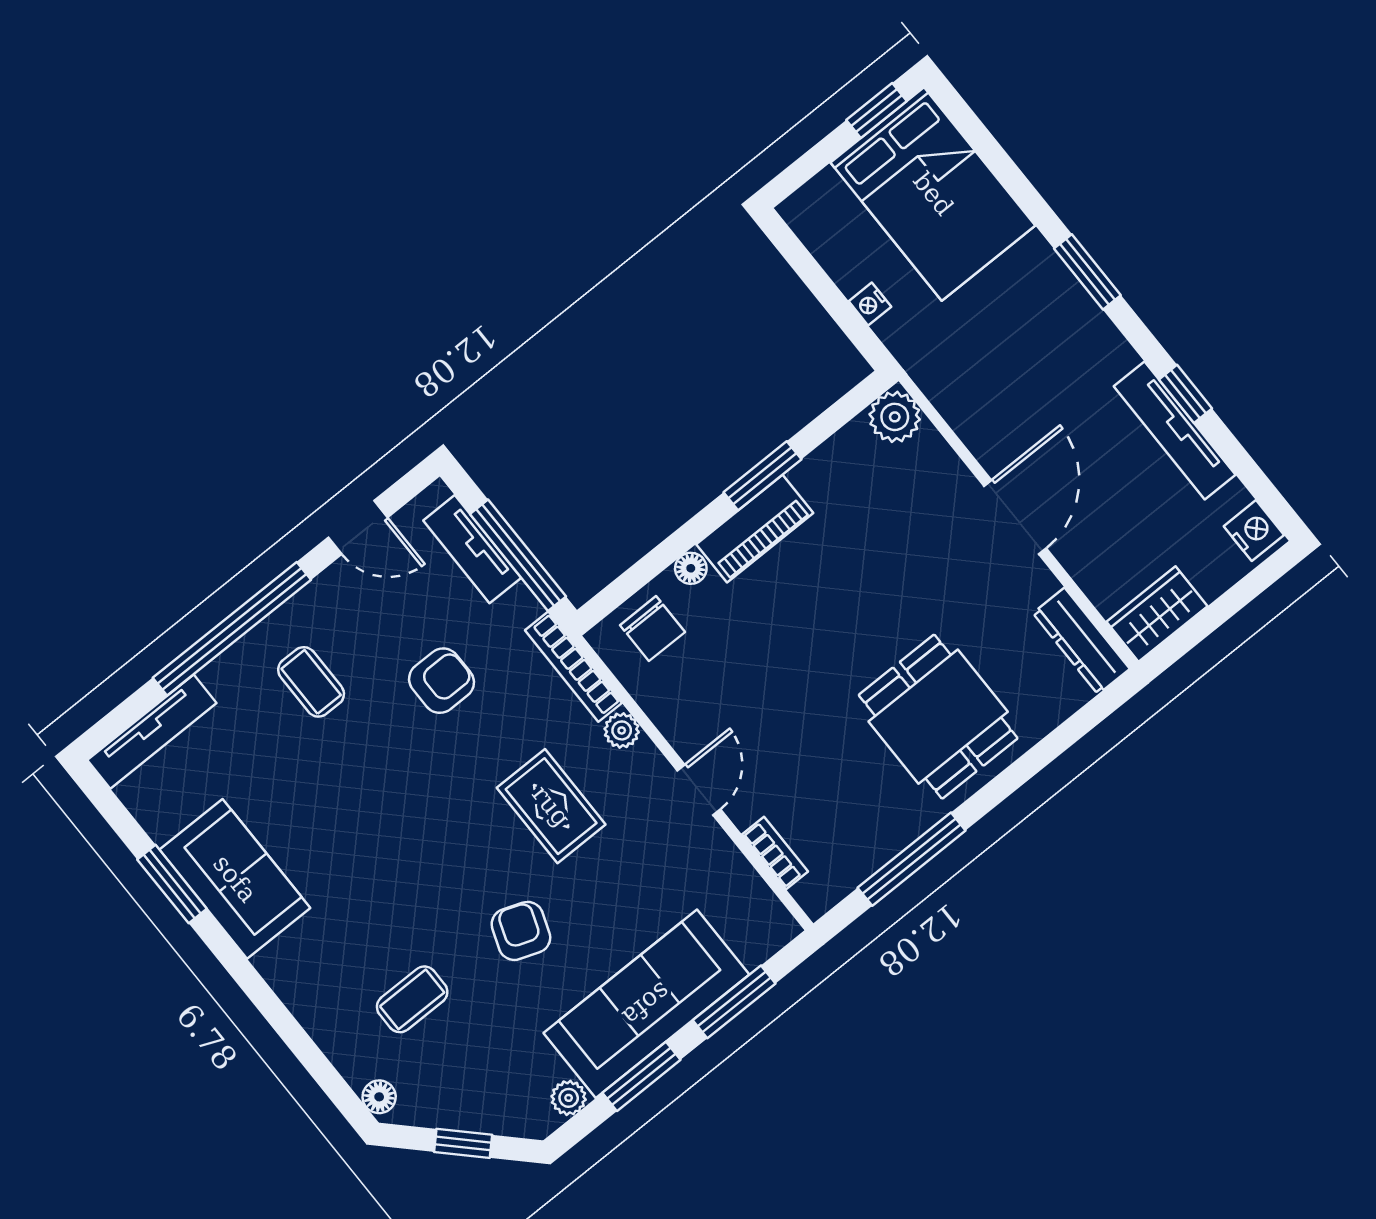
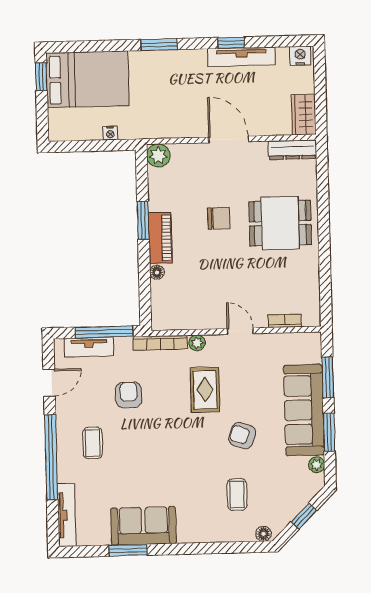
chair: (652, 629) -> (219, 218), moved
coffee table: (311, 682) -> (93, 443), turned 90
rug: (551, 806) -> (205, 390), turned 90
window: (912, 859) -> (325, 273), removed

